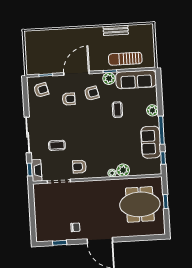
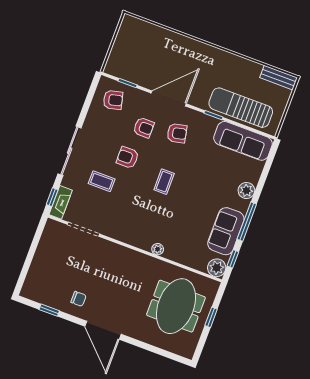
bench: (116, 30) -> (279, 78), moved
sun lounger: (125, 59) -> (241, 108), width x1.36, depth x1.34
plant: (109, 78) -> (208, 124), removed
coffee table: (117, 110) -> (164, 182), moved
armchair: (79, 167) -> (128, 158), moved
plant: (123, 170) -> (217, 268), moved
meeting table: (140, 204) -> (176, 306), turned 90

